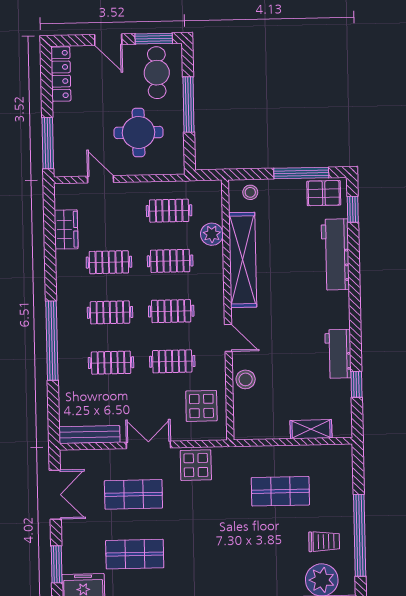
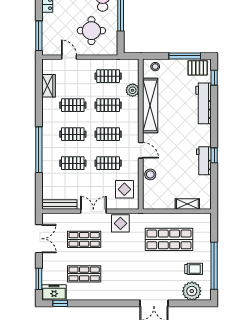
window: (356, 384) -> (214, 155), moved
shop shelf: (280, 491) -> (169, 239), width x1.43, depth x1.36

